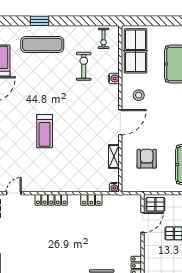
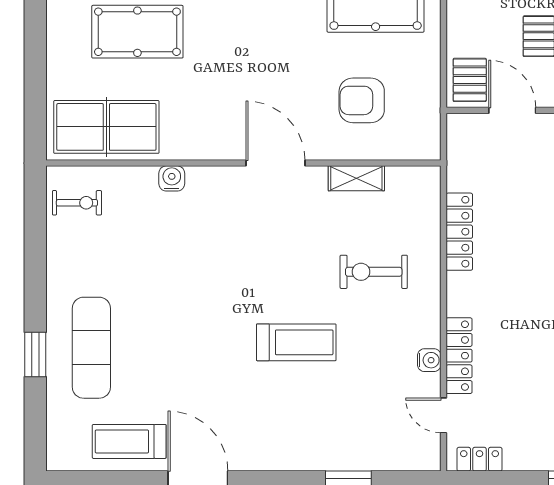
exercise bike: (84, 66) -> (374, 272), moved
stool: (139, 95) -> (211, 120), removed
water cooler: (114, 187) -> (429, 360), moved
locker: (51, 200) -> (459, 356), moved
locker: (91, 200) -> (459, 232), width x1.53

